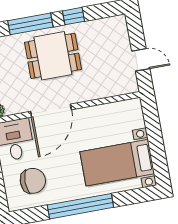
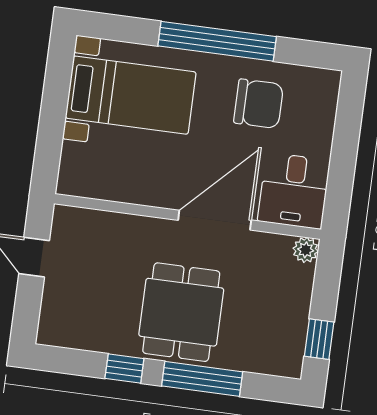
dining table: (53, 56) -> (181, 312), turned 90
chair: (33, 181) -> (259, 104), moved, turned 180

